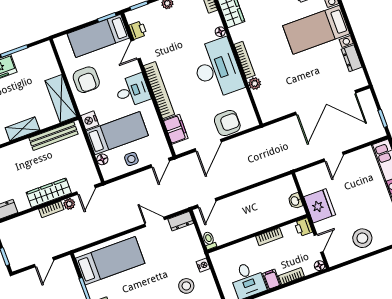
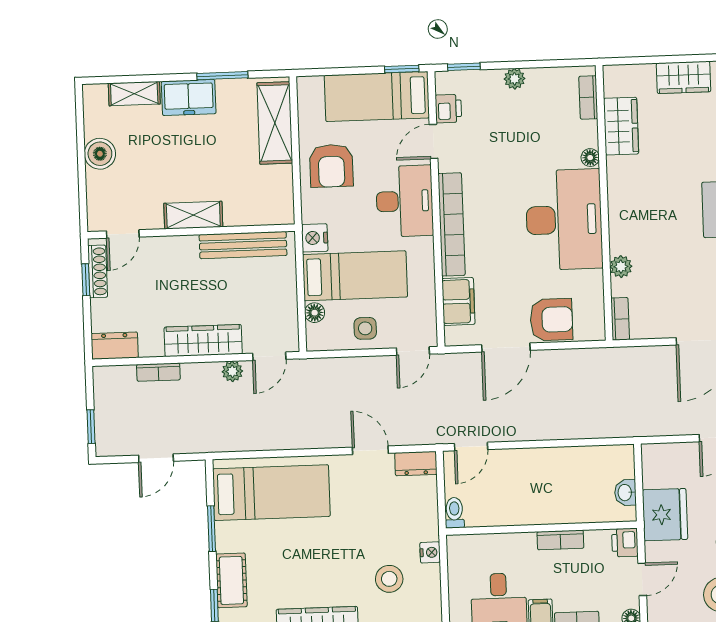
bookcase: (245, 60) -> (620, 319), moved, width x0.64
desk: (132, 91) -> (405, 201), width x1.37
shelving: (61, 99) -> (275, 123), moved
bookcase: (51, 209) -> (158, 372), moved

